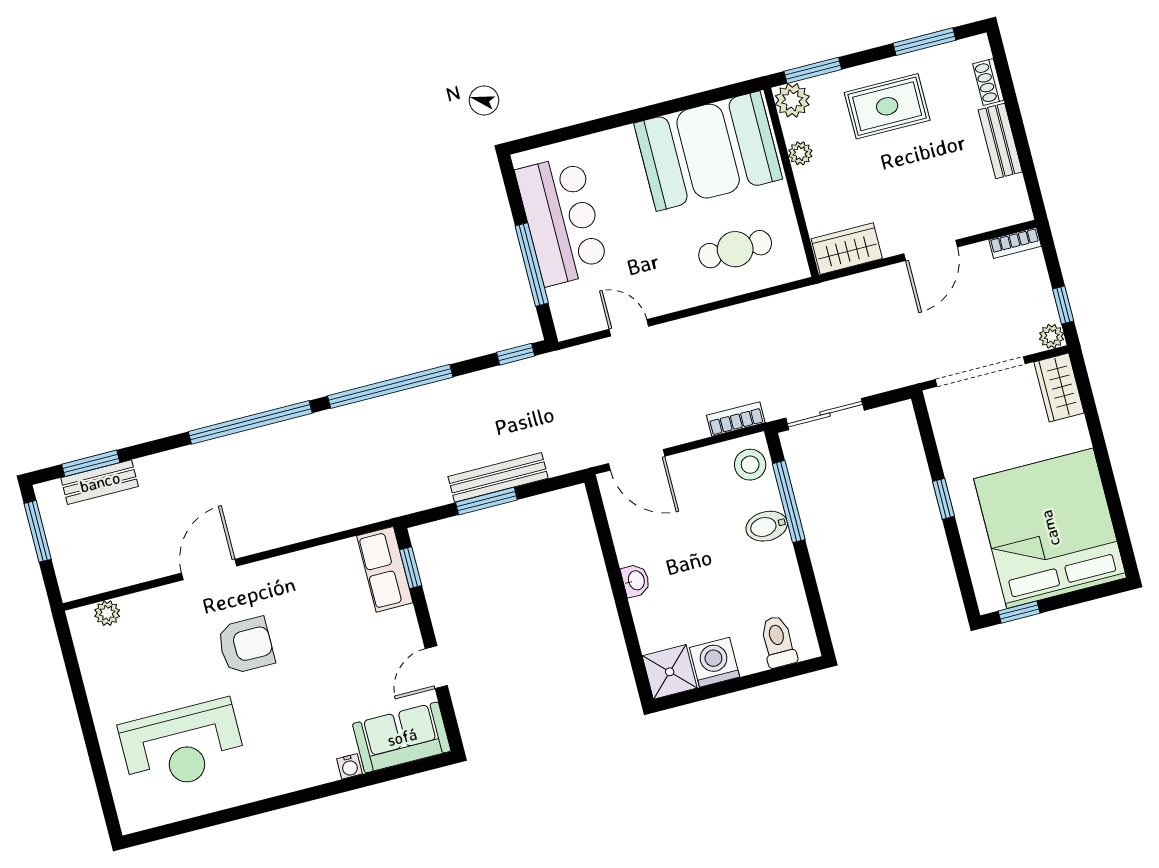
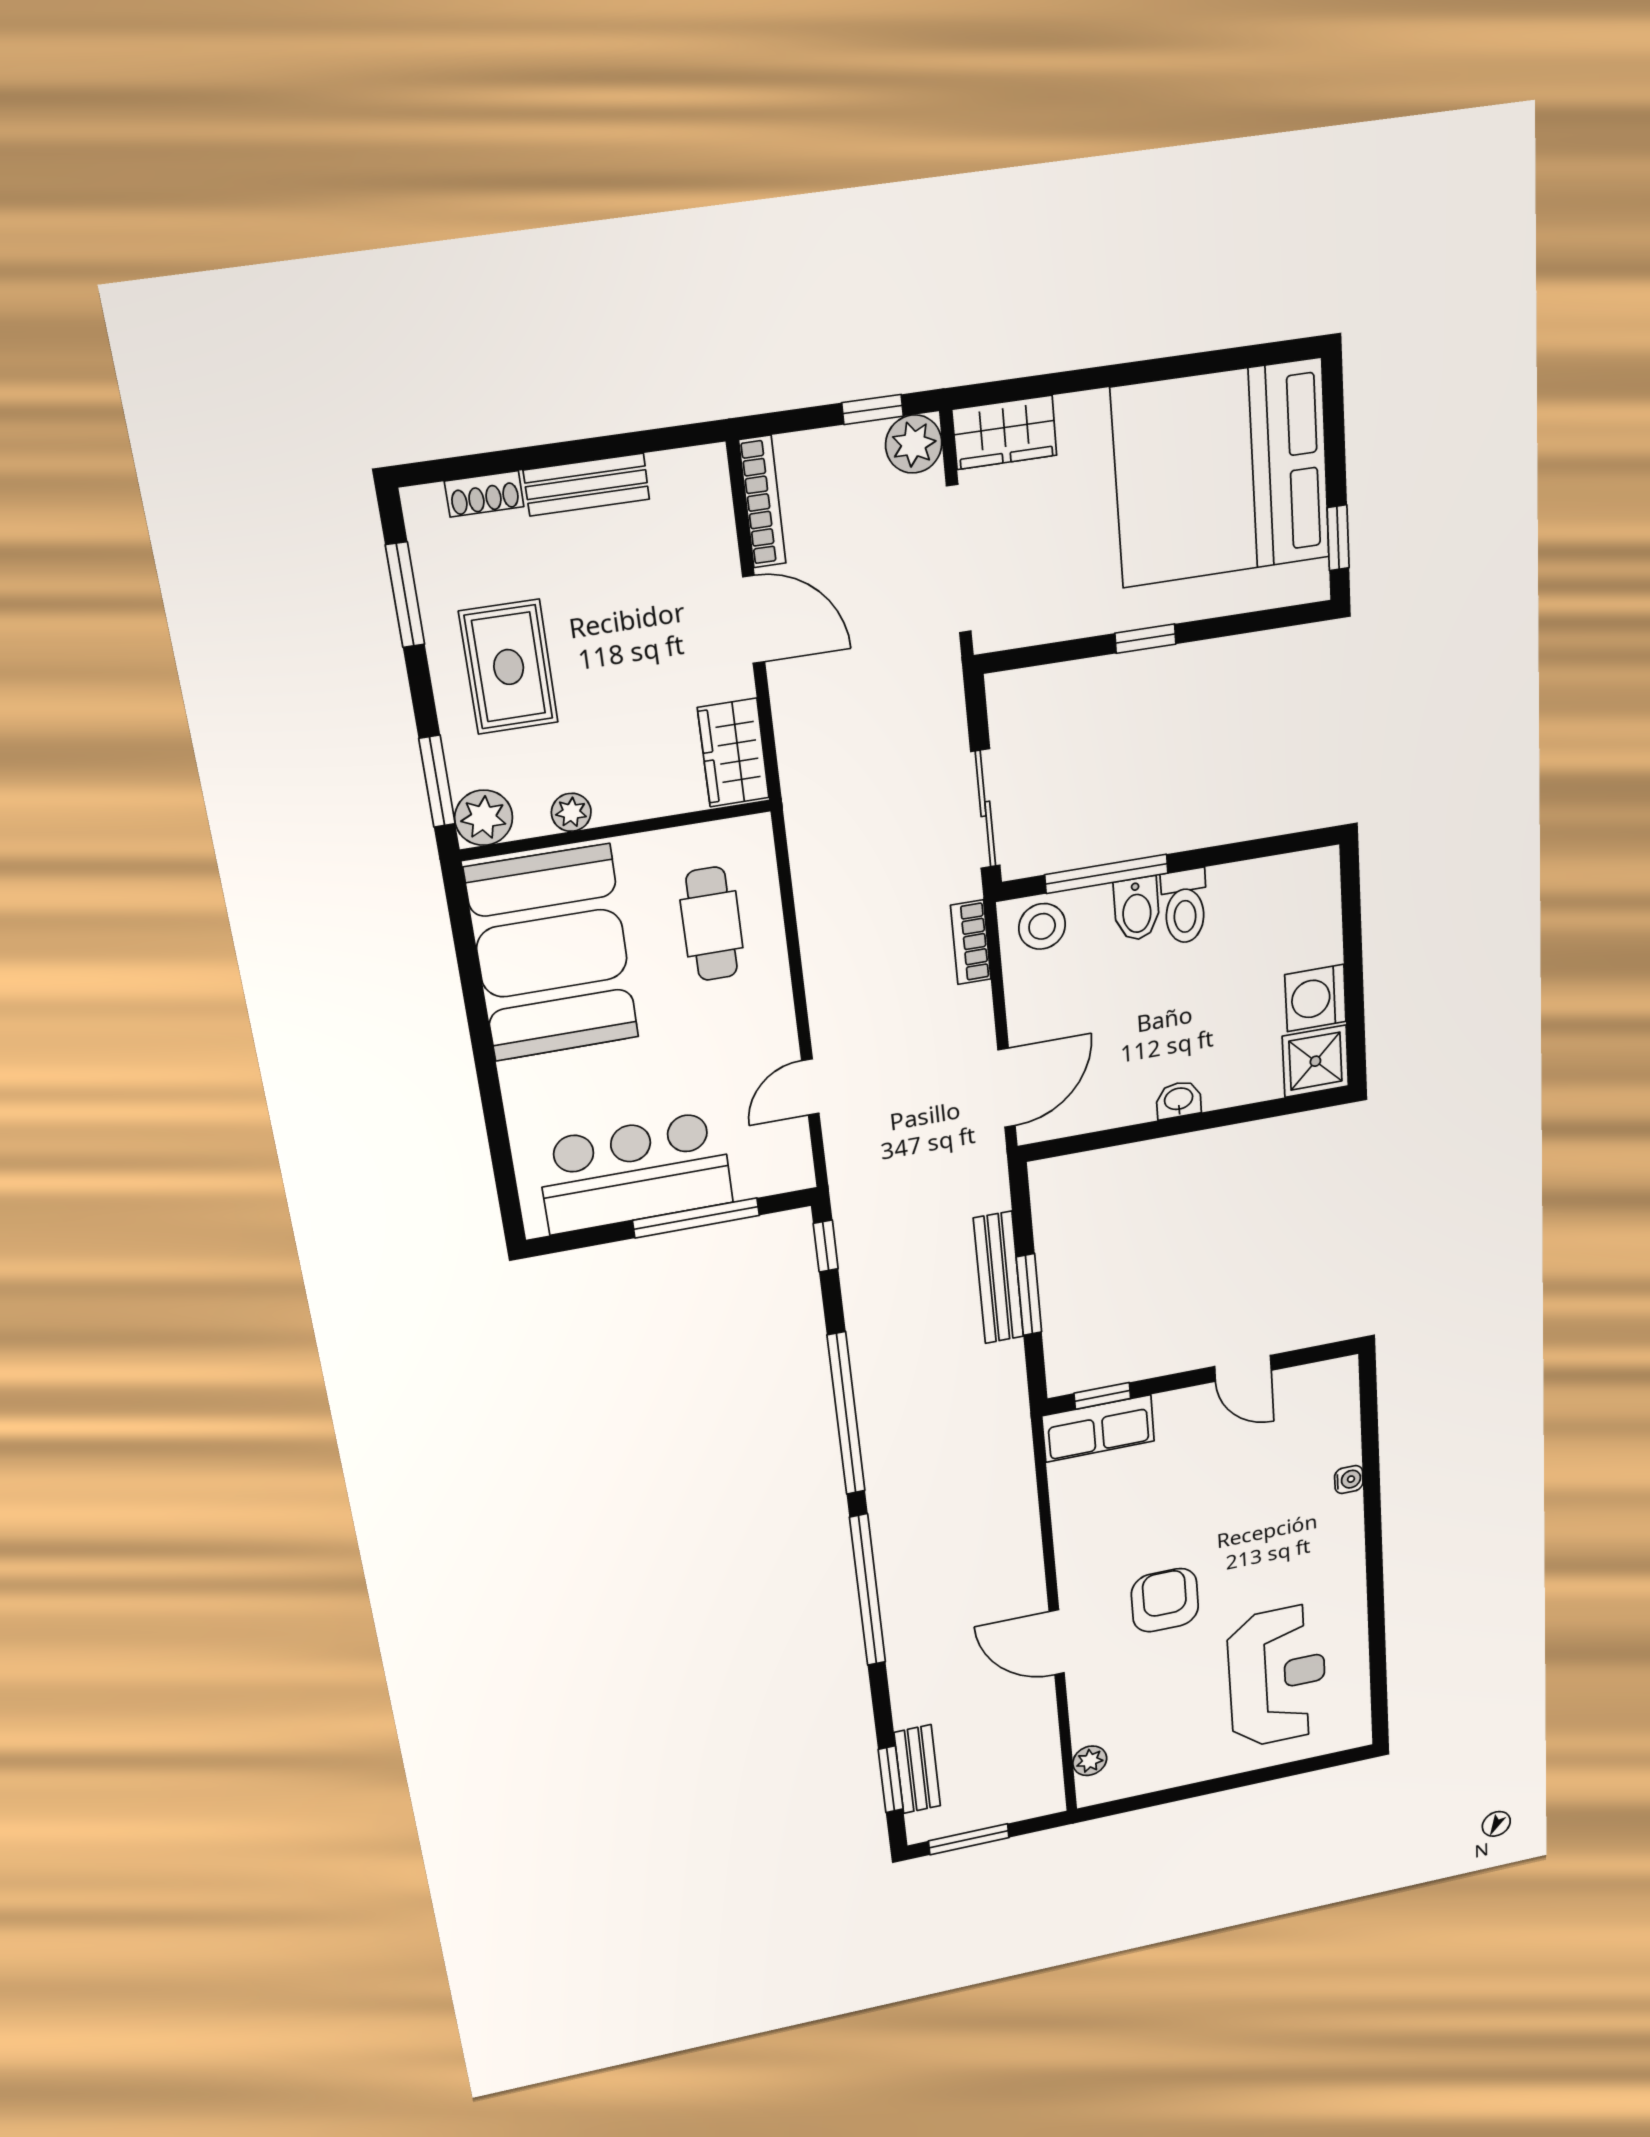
bookcase: (1015, 243) -> (762, 502), width x1.56
plant: (1052, 336) -> (914, 444), width x1.38, depth x1.38
toilet: (778, 642) -> (1184, 906), moved, turned -90
sofa: (402, 737) -> (1326, 1415), removed

